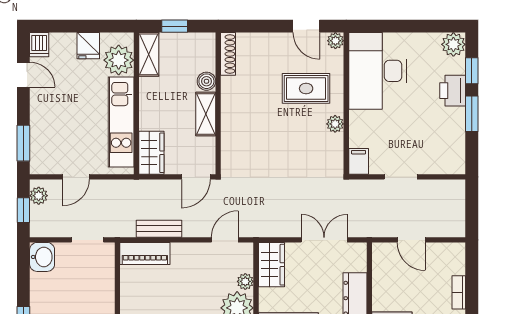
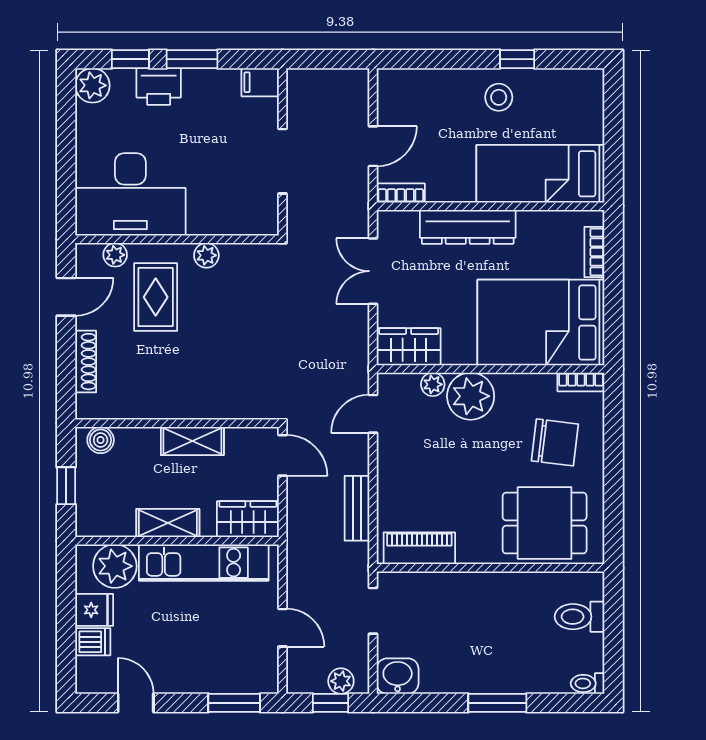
plant: (335, 41) -> (115, 255), moved
dishwasher: (39, 45) -> (93, 642), moved
shelving: (149, 54) -> (168, 523), moved
shoe rack: (228, 54) -> (86, 362), moved, turned 90
door: (23, 75) -> (136, 703), hinge flipped
boiler: (206, 81) -> (101, 440), moved
filing cabinet: (359, 161) -> (260, 82), moved
doorway: (401, 177) -> (283, 161), width x1.38
plant: (39, 196) -> (341, 681), moved
door: (225, 240) -> (373, 414), hinge flipped
piano: (145, 253) -> (419, 548), moved, turned -90
bookcase: (459, 292) -> (401, 193), moved, turned 180

